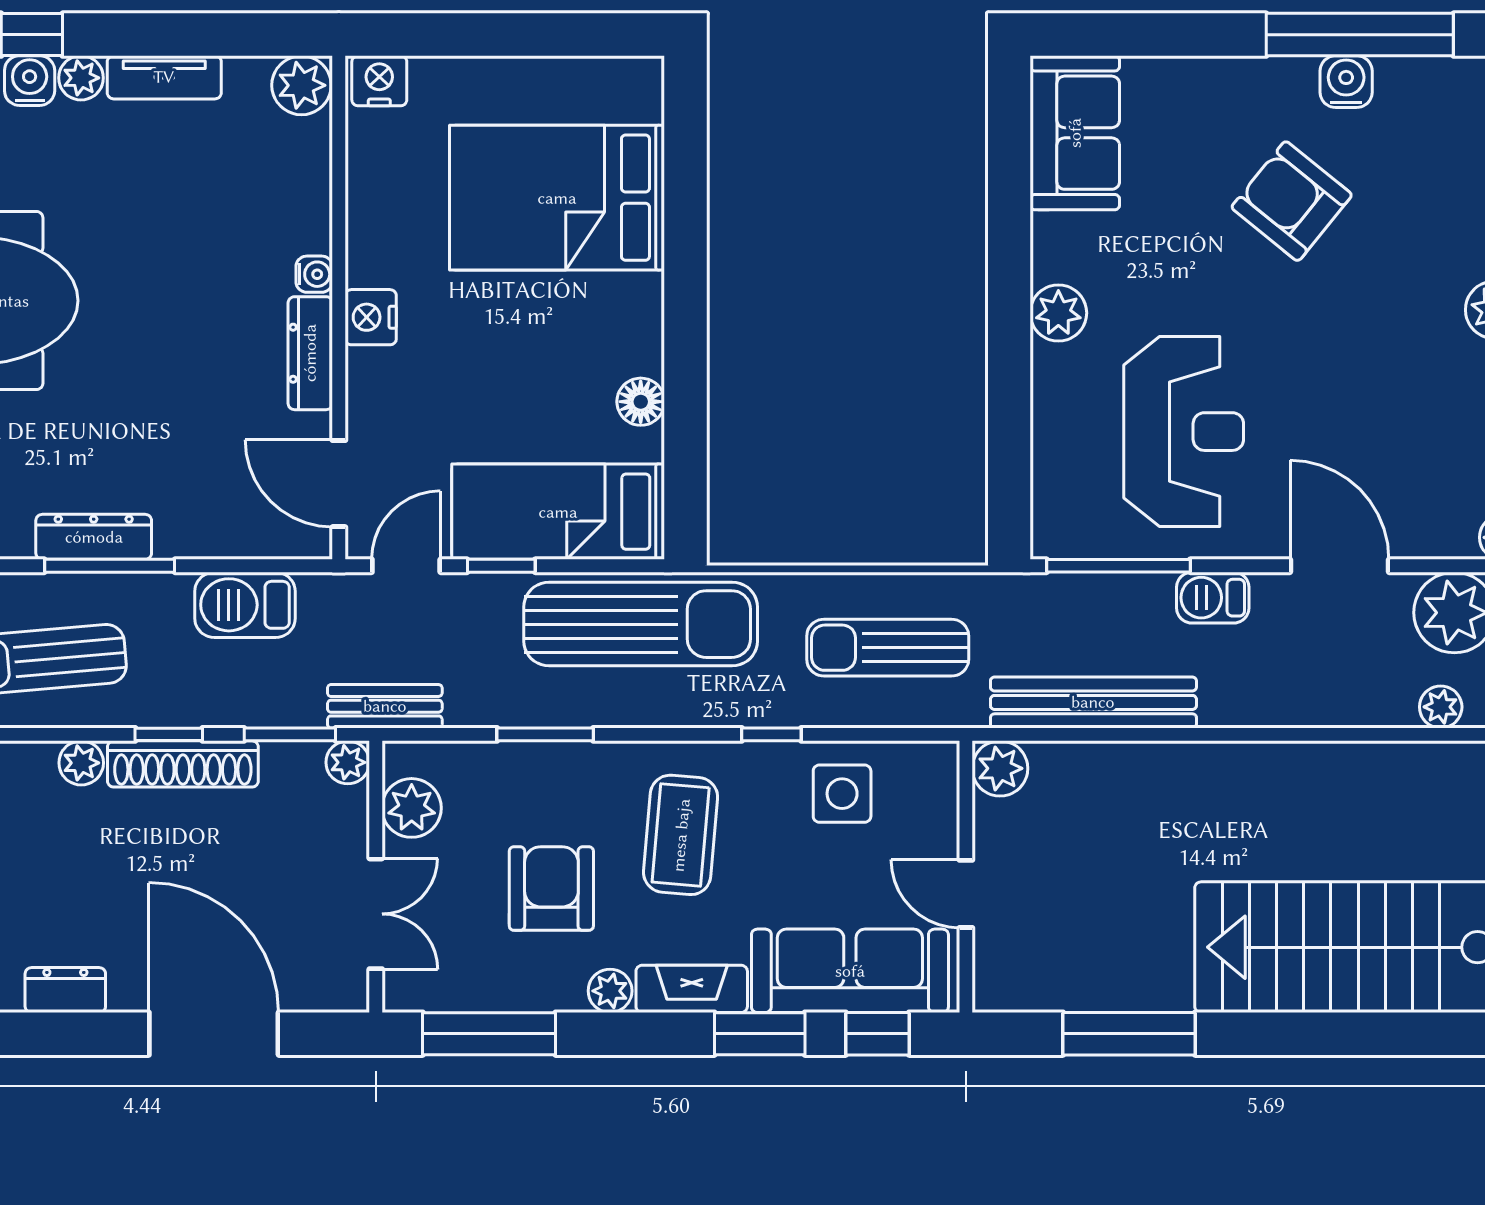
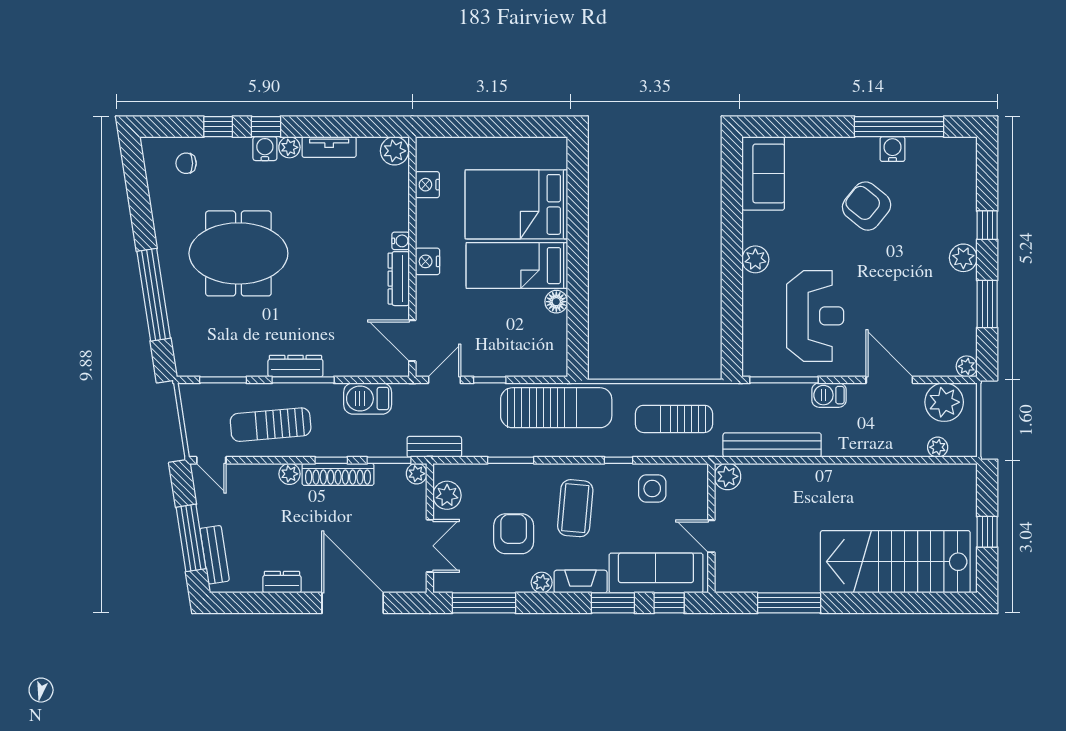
nightstand: (379, 81) -> (427, 185), moved, turned -90
bed: (558, 512) -> (517, 266), moved

